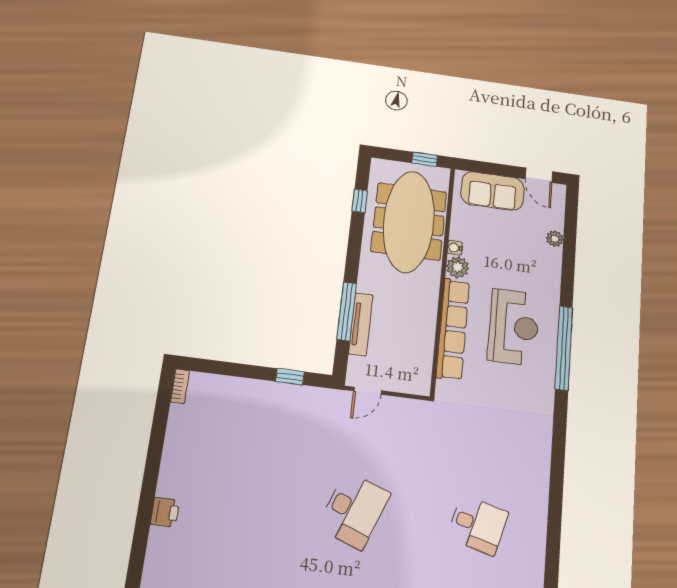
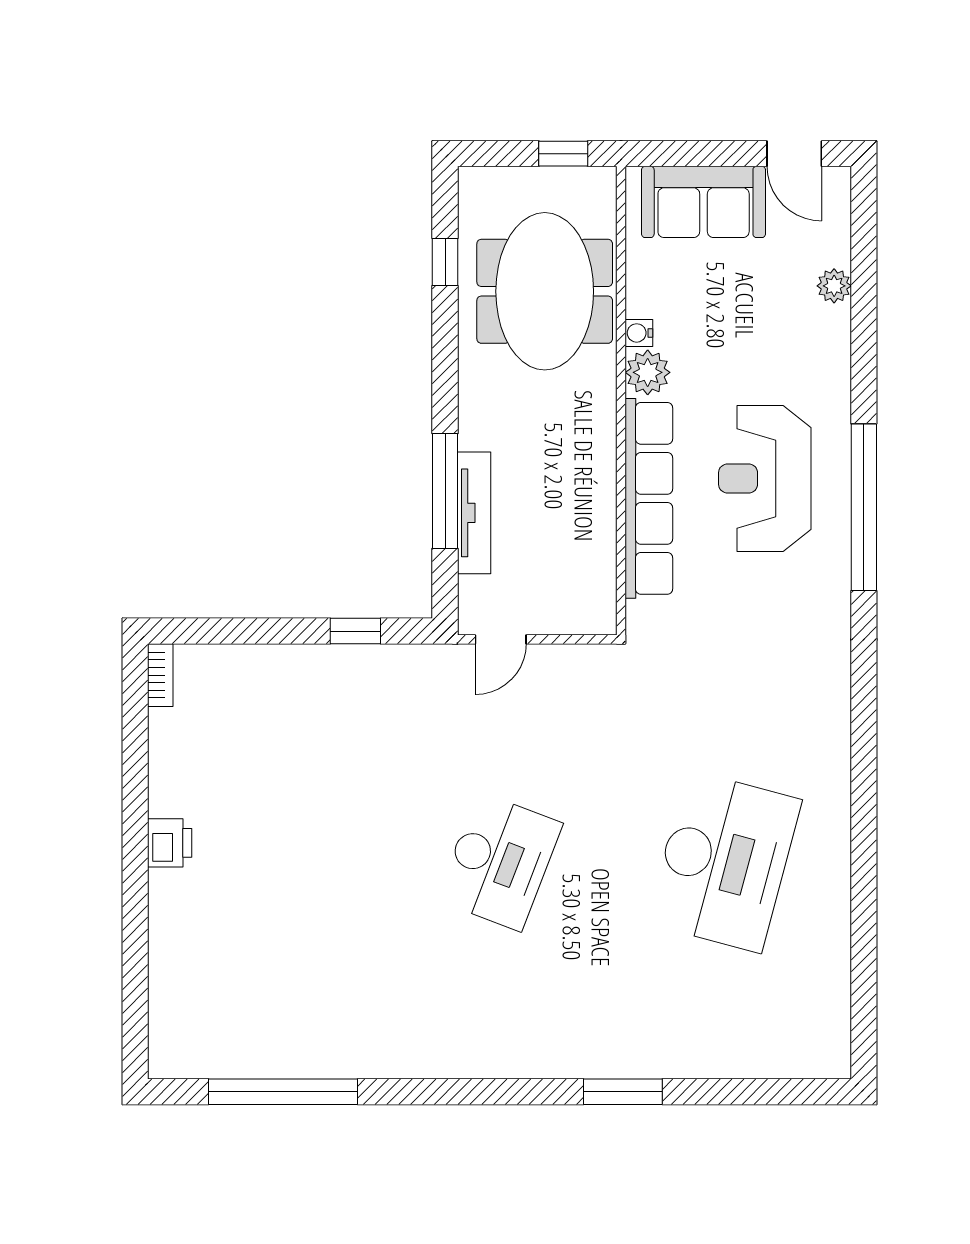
meeting table: (409, 221) -> (545, 291), width x0.73
reception desk: (514, 327) -> (765, 478), turned 180
printer: (165, 512) -> (170, 843), moved
desk: (478, 525) -> (724, 861), width x1.87, depth x1.30

